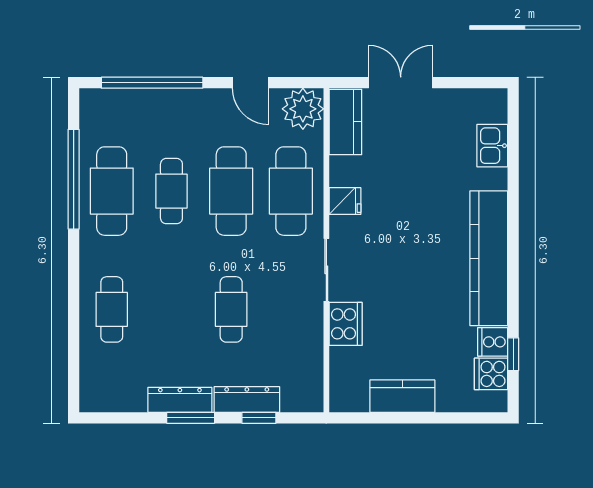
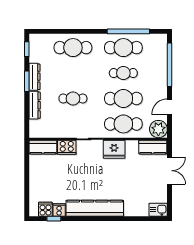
kitchen sink: (492, 146) -> (158, 210), moved
fridge: (345, 201) -> (114, 149), width x1.88, depth x1.34
cafe table: (112, 309) -> (73, 48), width x1.37, depth x1.35
kitchen counter: (402, 396) -> (43, 147), moved, turned 90
window: (259, 418) -> (27, 49), moved

